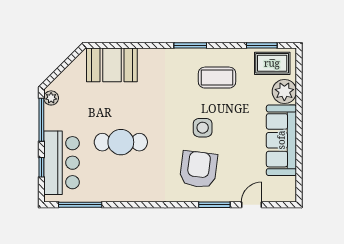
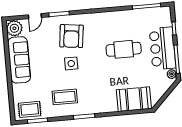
plant: (284, 91) -> (14, 28), moved
bar counter: (62, 163) -> (162, 48), moved

